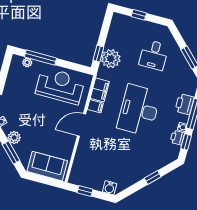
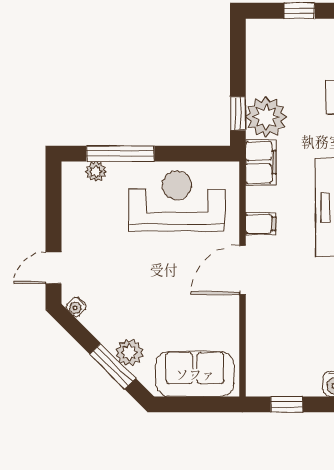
filing cabinet: (100, 90) -> (261, 162), moved
plant: (14, 138) -> (129, 352), moved

